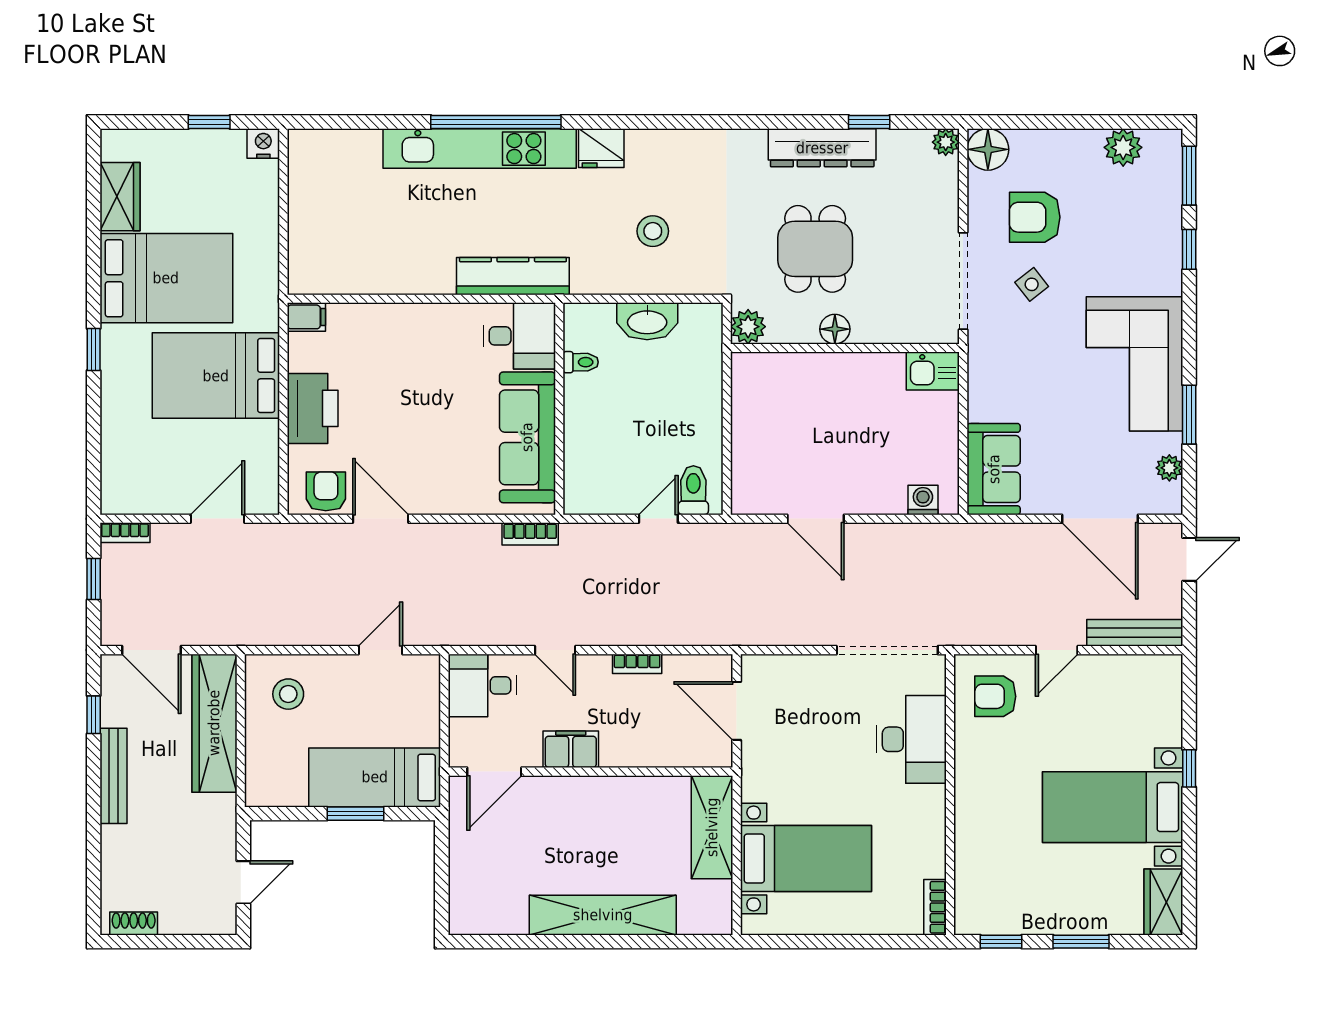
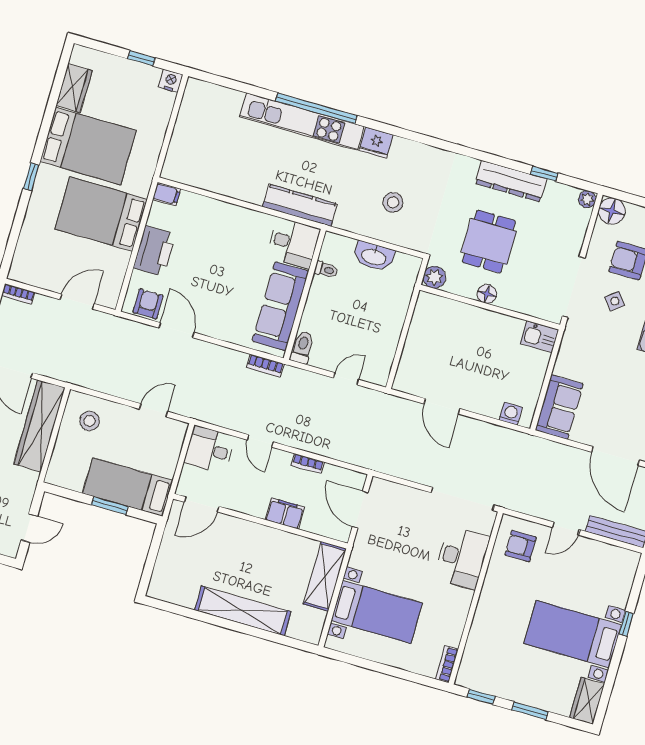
toilet: (693, 490) -> (302, 347), moved
filing cabinet: (571, 749) -> (285, 513), moved

